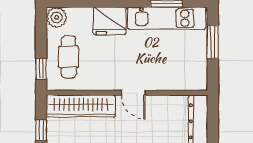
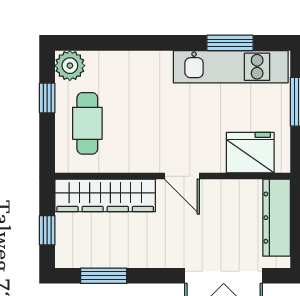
fridge: (110, 21) -> (250, 153), moved, turned 180
window: (41, 69) -> (47, 98), moved

